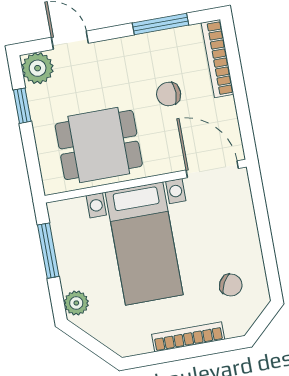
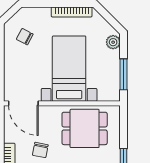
chair: (169, 94) -> (40, 150), turned 101
bookcase: (188, 337) -> (72, 12), moved

